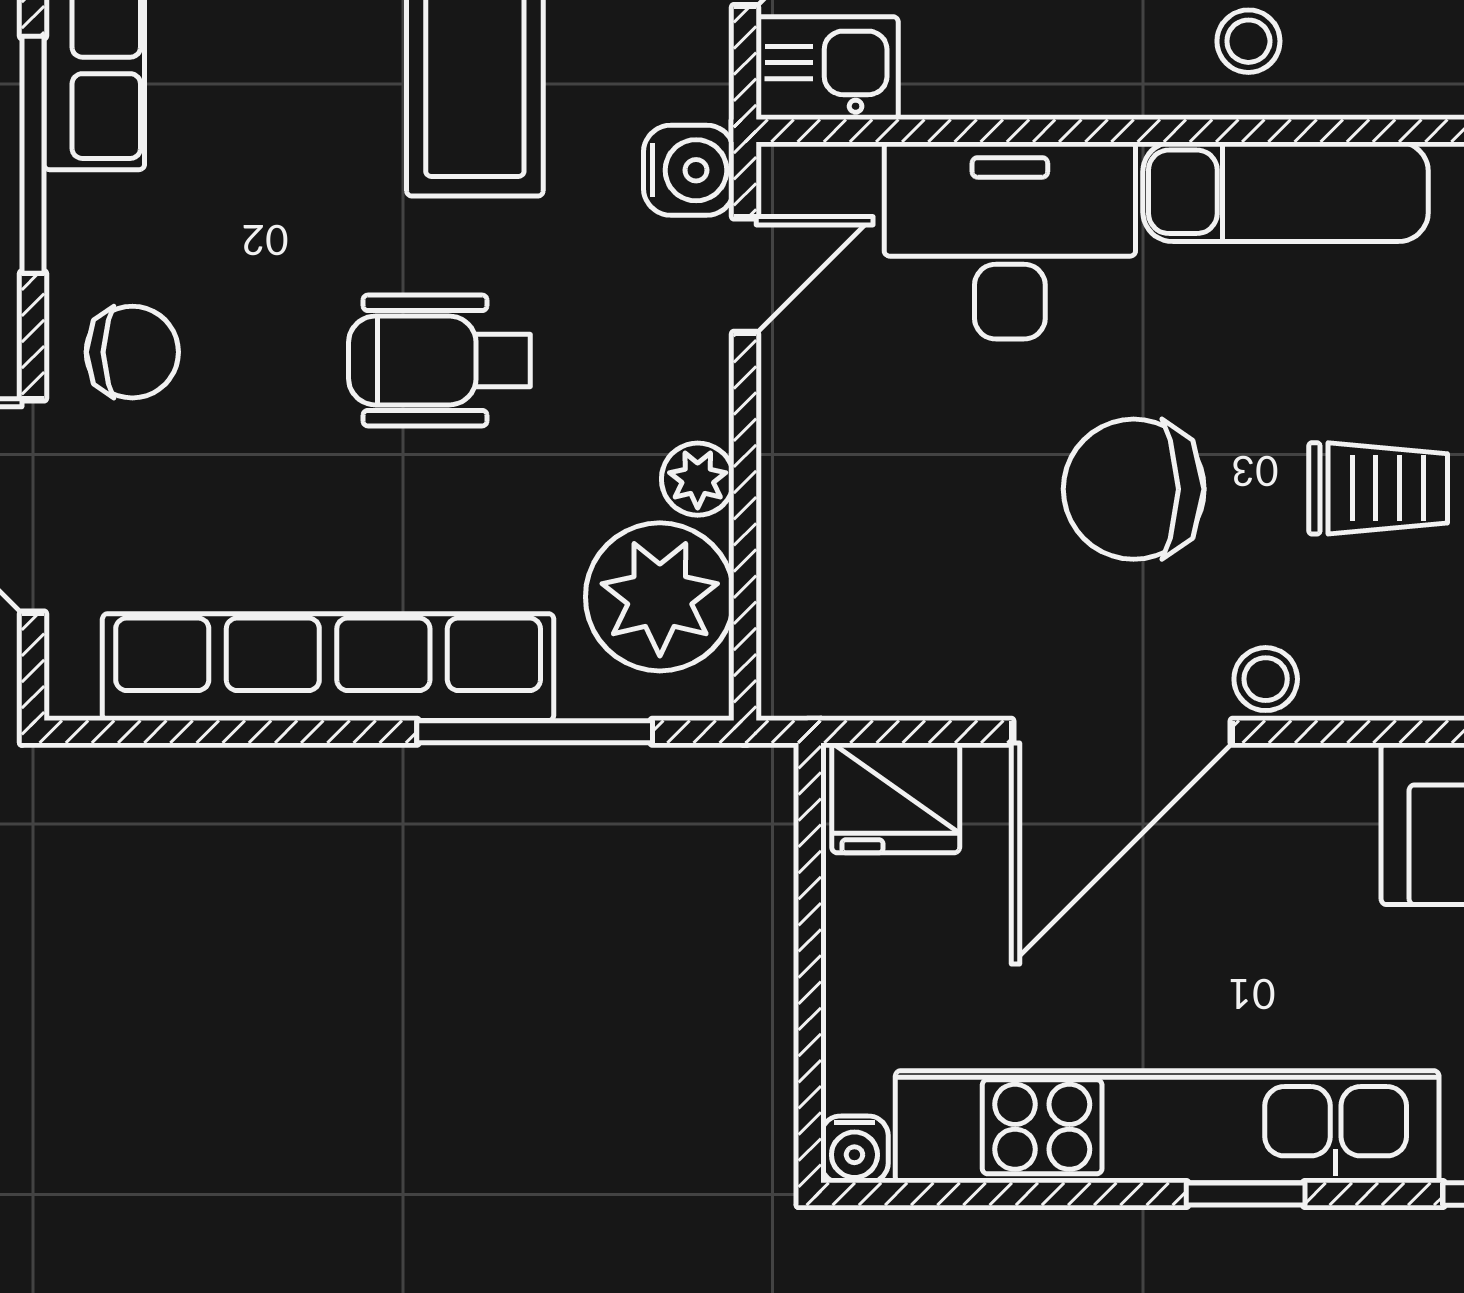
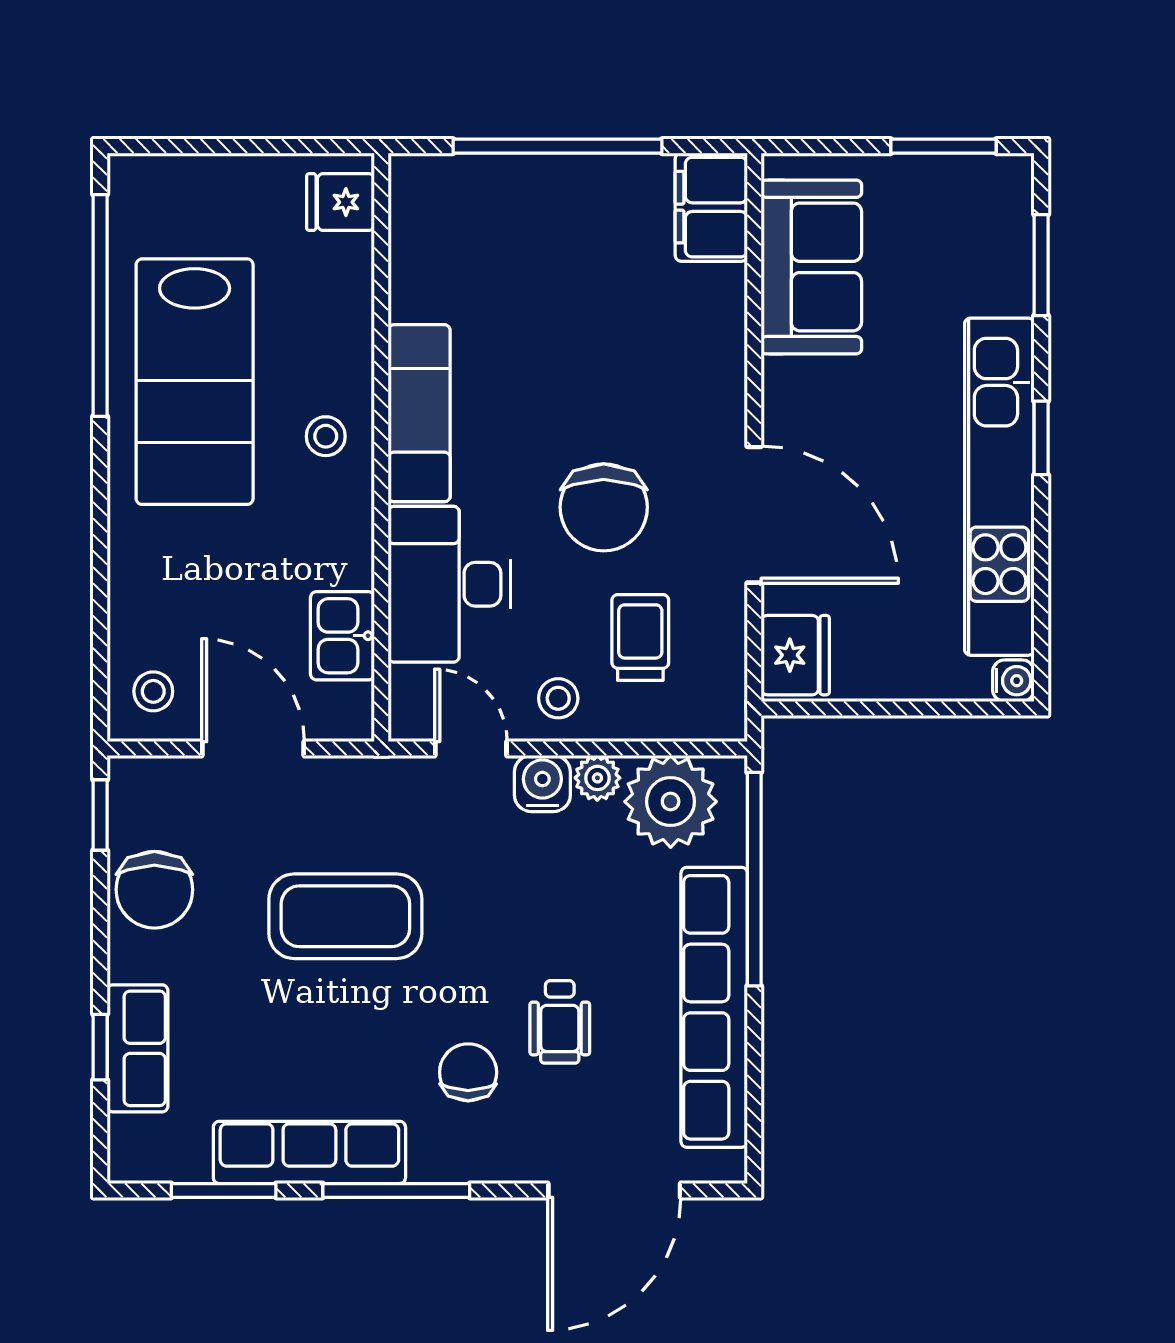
kitchen sink: (827, 68) -> (342, 636), moved
water cooler: (689, 170) -> (542, 784), moved
chair: (132, 352) -> (468, 1072), moved
wheelchair: (440, 360) -> (560, 1022), moved, width x0.73, depth x0.73
trolley: (1378, 488) -> (640, 637), moved
stool: (1266, 679) -> (558, 698), moved
window: (535, 732) -> (754, 879), width x1.46

